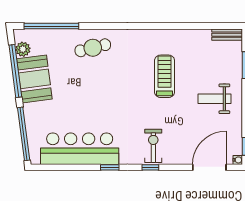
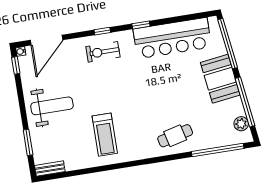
treadmill: (165, 76) -> (105, 135), moved
booth: (34, 79) -> (220, 79), moved
weight bench: (215, 99) -> (52, 106), width x1.36, depth x1.33
exercise bike: (153, 146) -> (103, 52), turned 90

